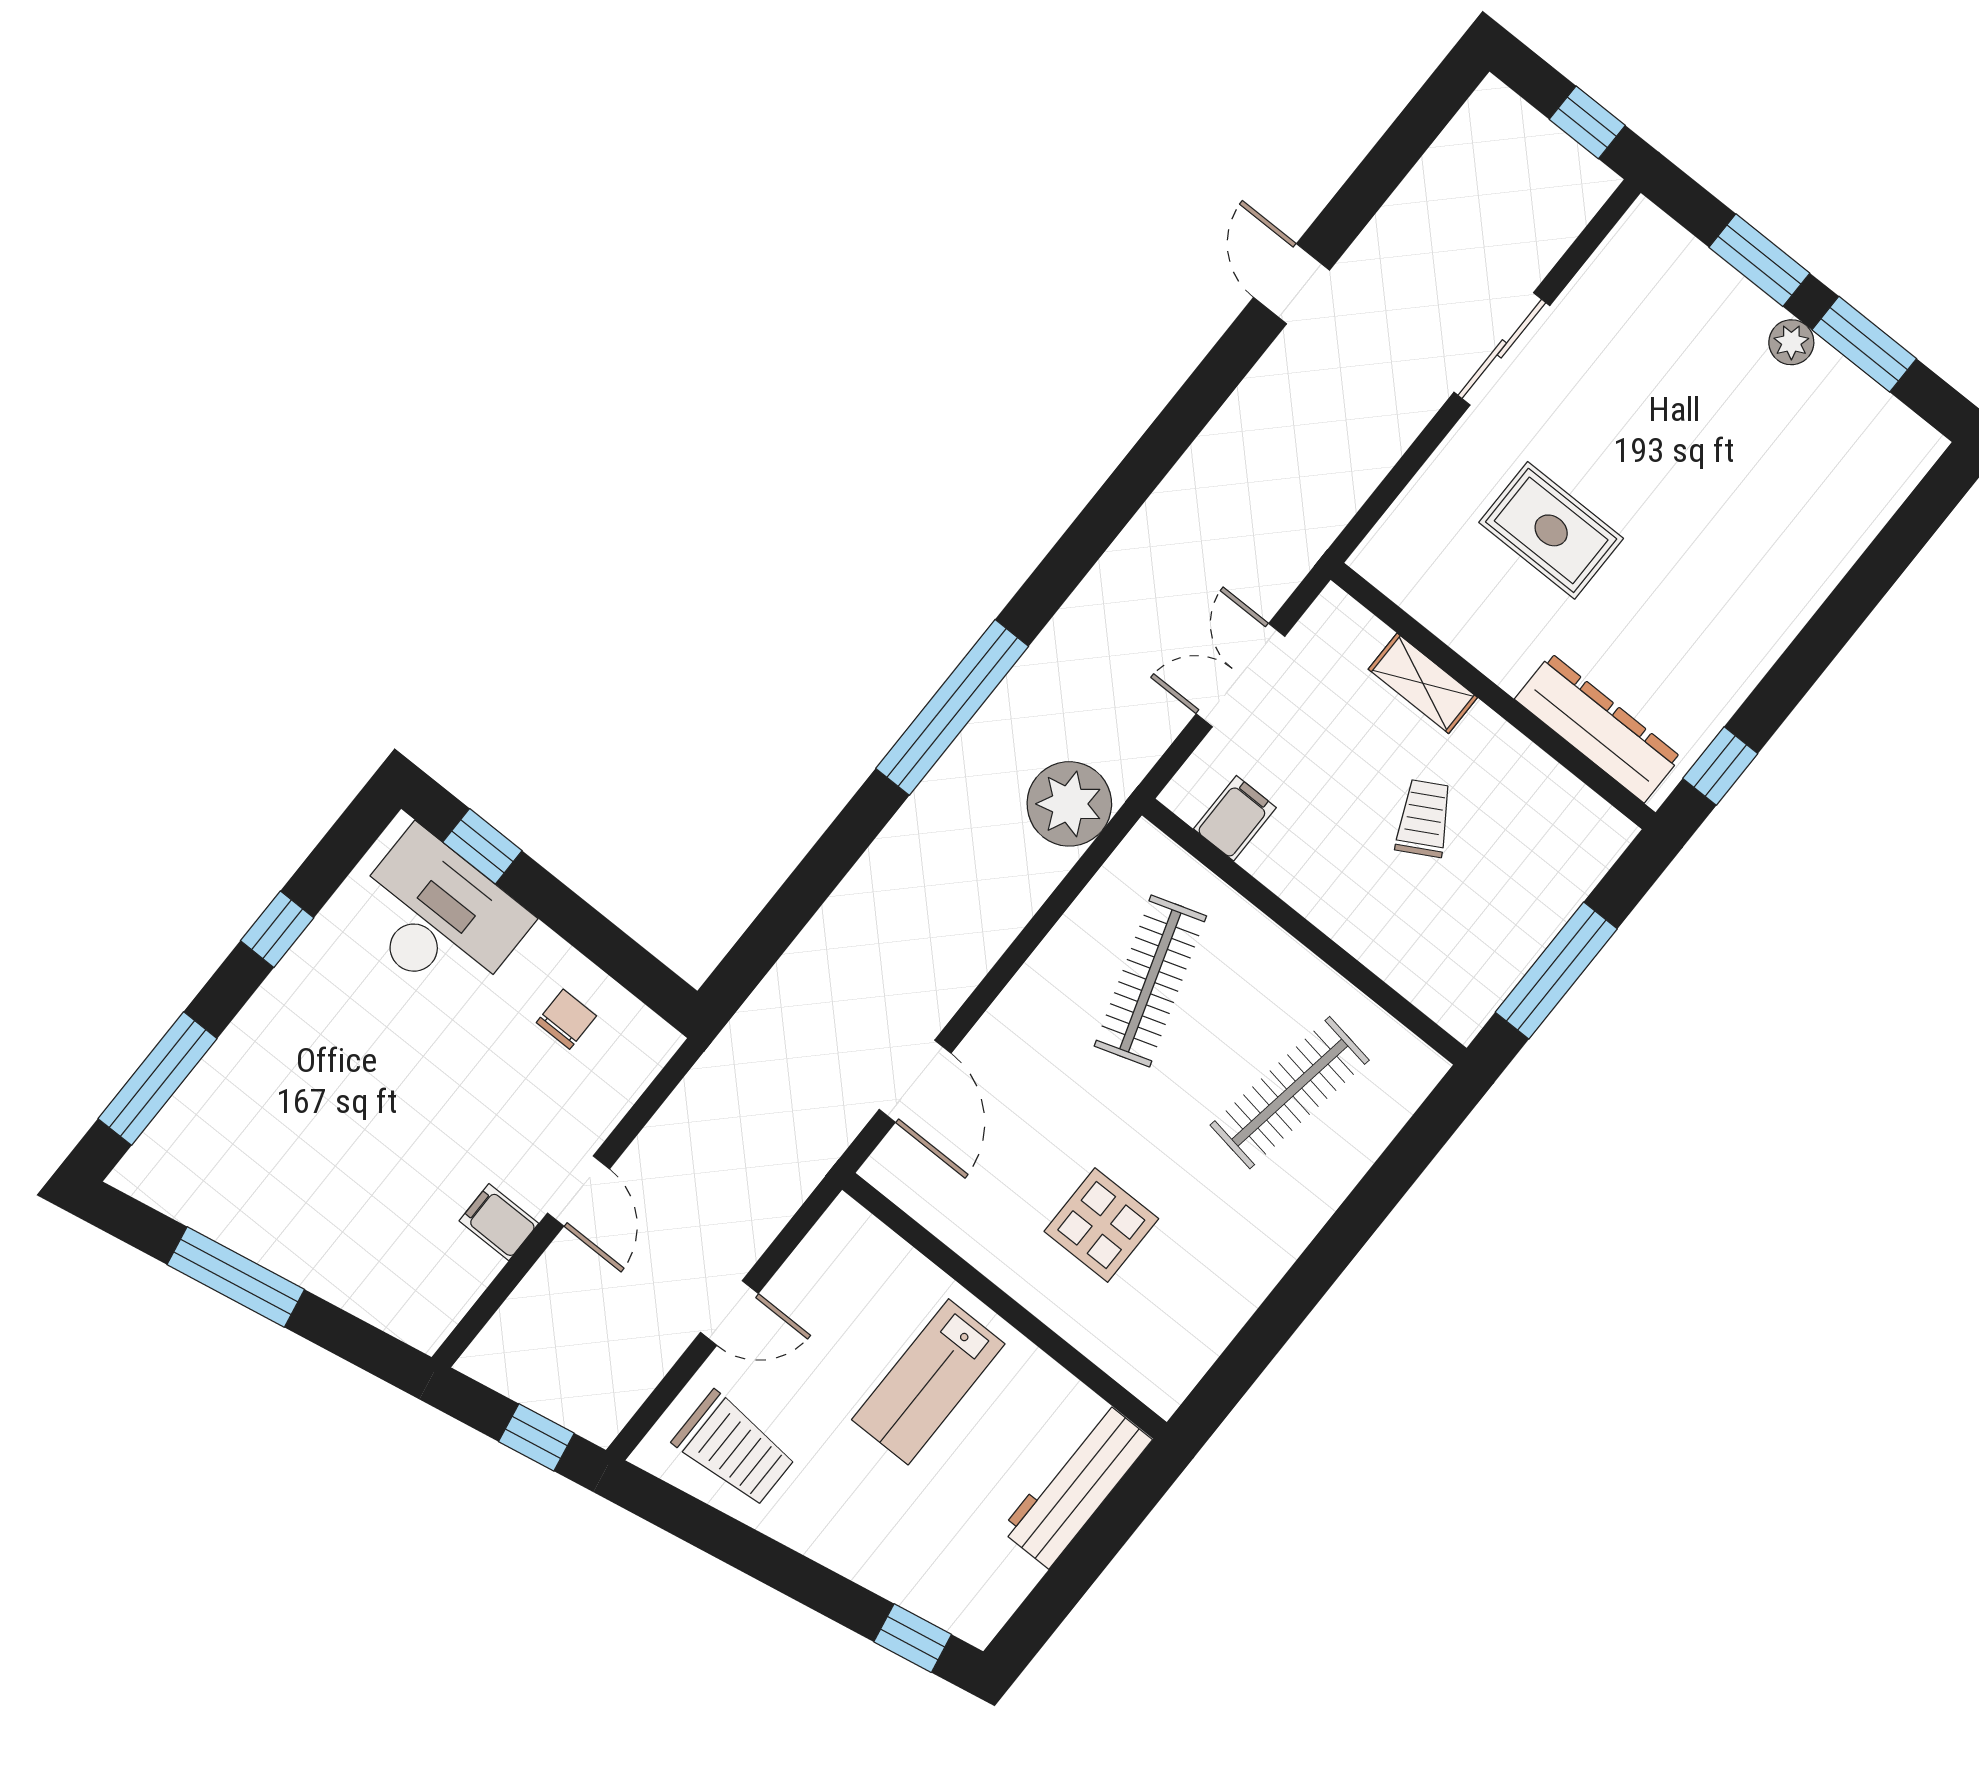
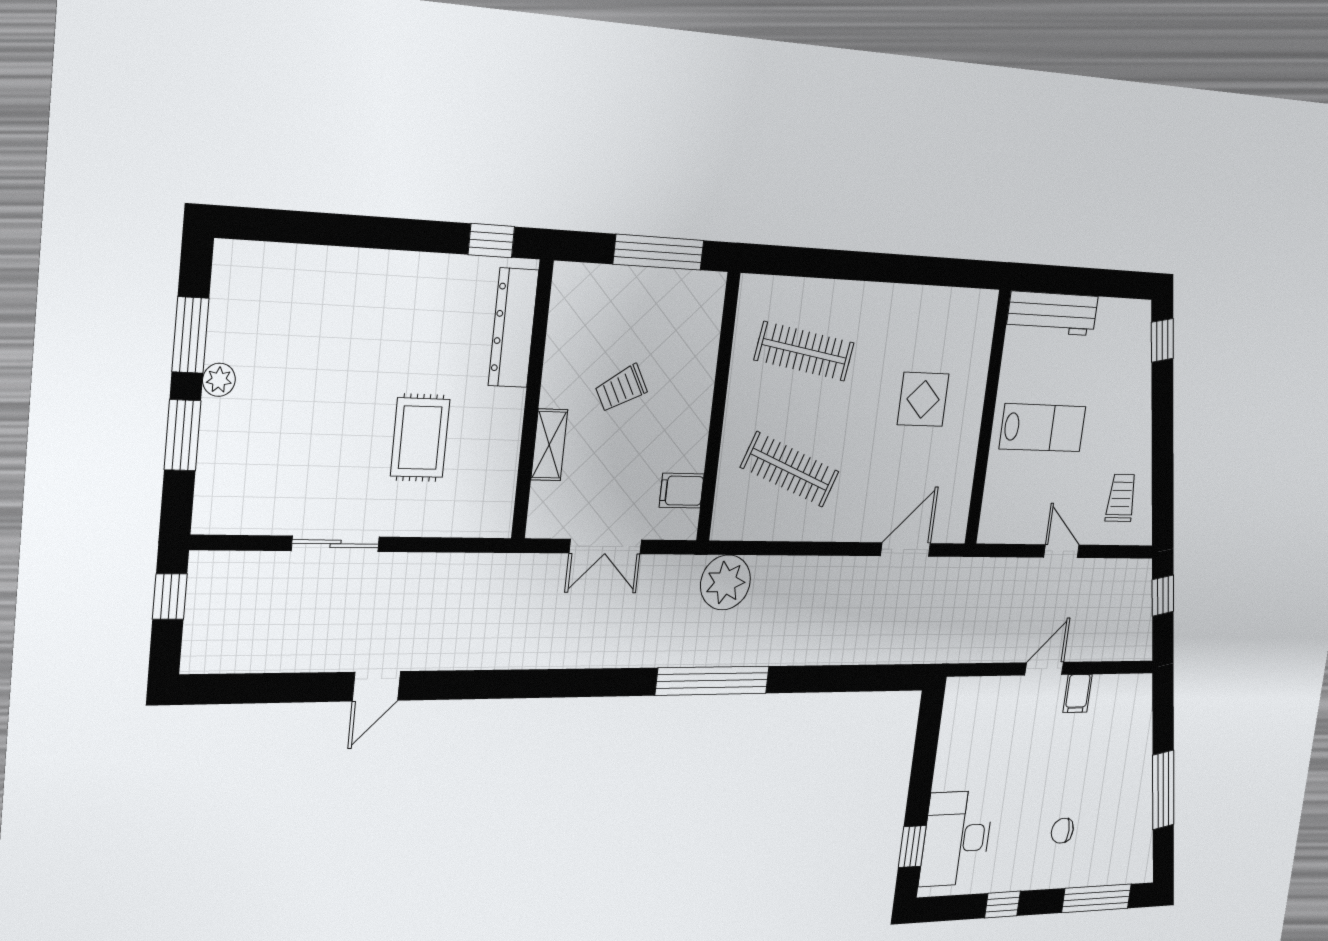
clothes rail: (1150, 981) -> (790, 469), turned 39
chair: (566, 1019) -> (1062, 831), moved
trolley: (734, 1449) -> (1121, 498), width x0.73, depth x0.72

